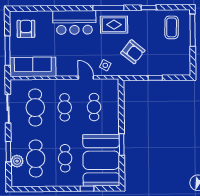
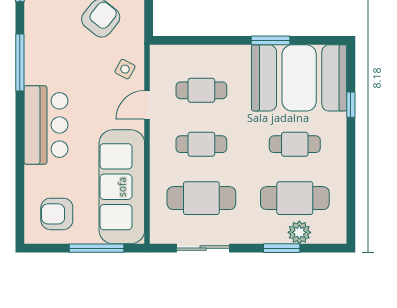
rug: (114, 25) -> (51, 52), removed
sofa: (33, 67) -> (122, 187), width x1.36, depth x1.27

